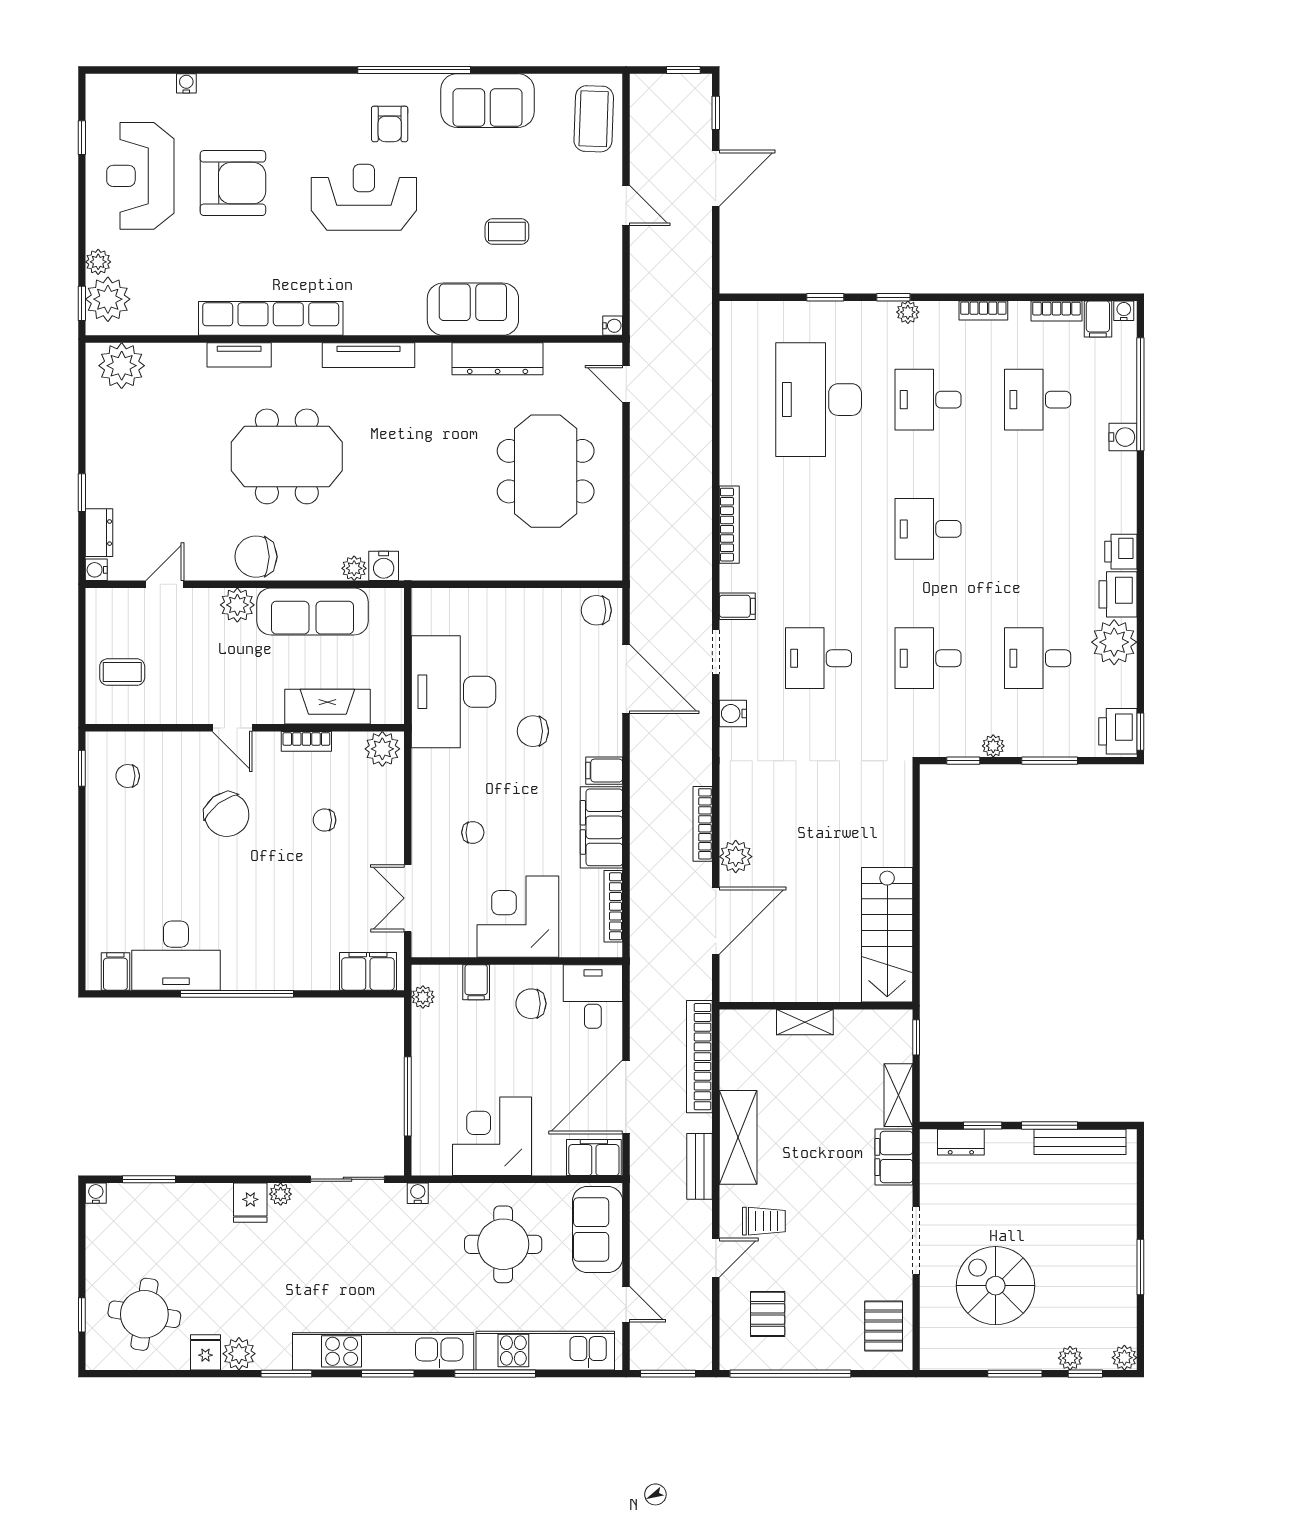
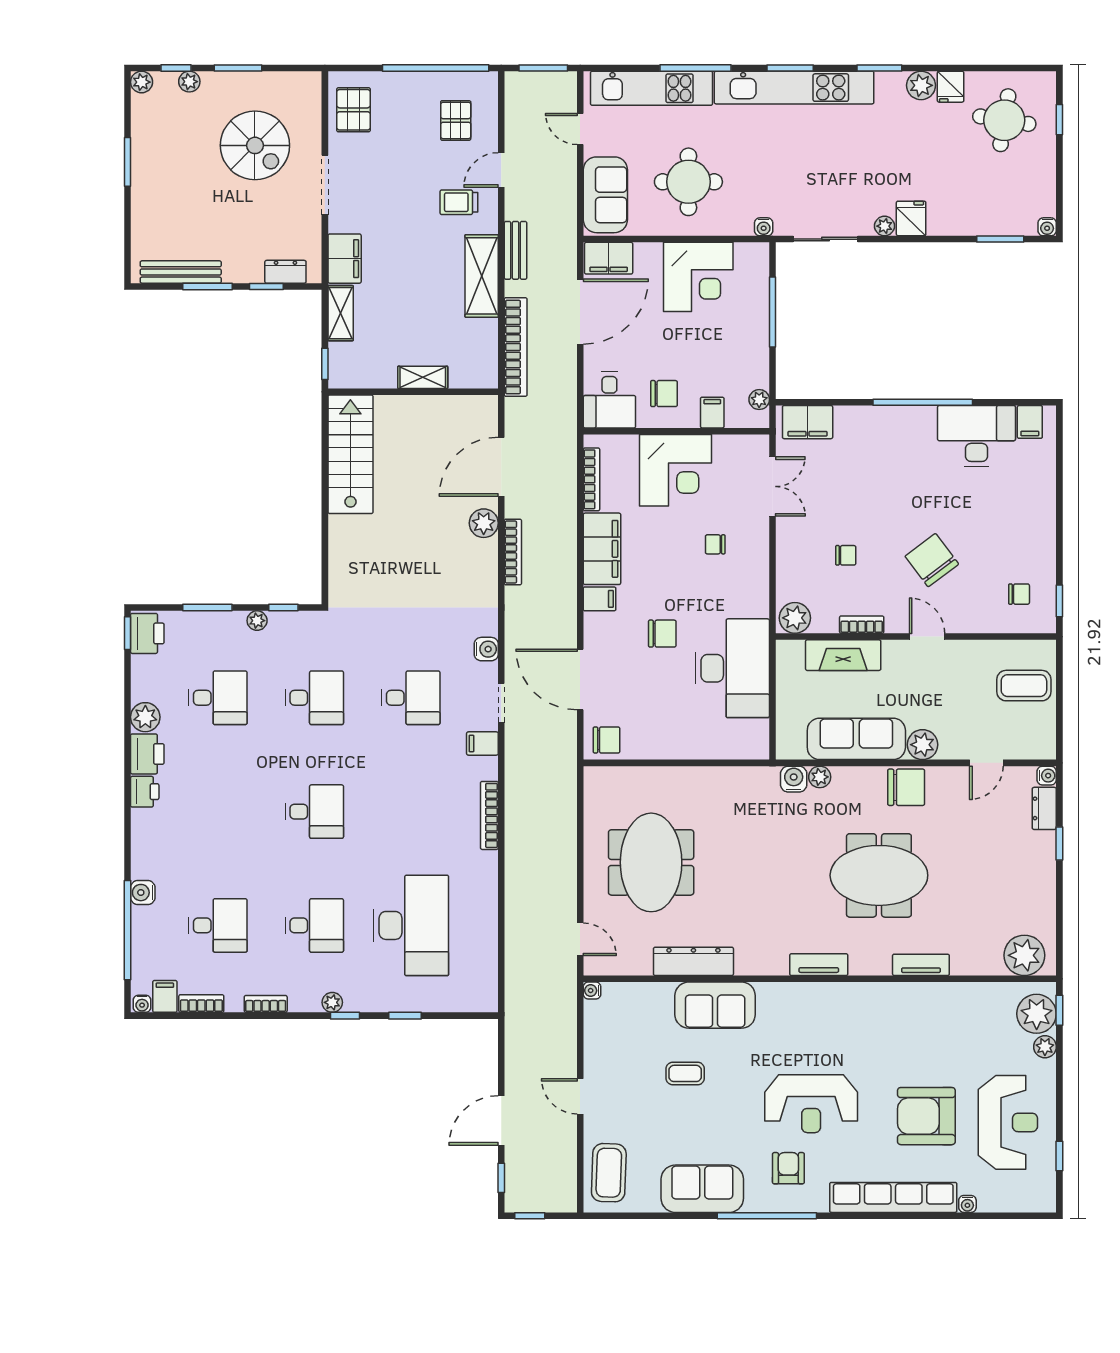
row of seats: (271, 318) -> (893, 1197), moved, turned 180
tv unit: (369, 355) -> (819, 965), width x0.71
plant: (1114, 642) -> (145, 717), width x0.73, depth x0.73
coffee table: (122, 672) -> (1024, 686), width x1.36, depth x1.30

